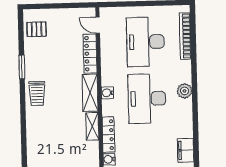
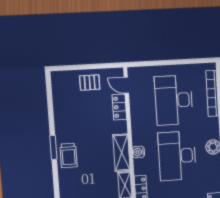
pallet: (37, 29) -> (90, 83), moved
locker: (90, 54) -> (119, 107), width x0.66
window: (22, 67) -> (53, 147), moved

